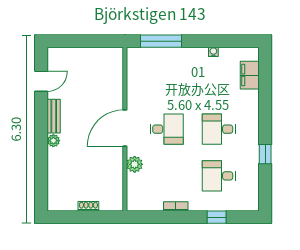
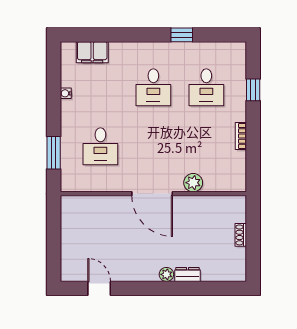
window: (161, 41) -> (54, 153), width x0.69
bench: (54, 116) -> (139, 274), removed
desk: (167, 129) -> (100, 146), moved, turned 180
dresser: (53, 159) -> (188, 274), added

